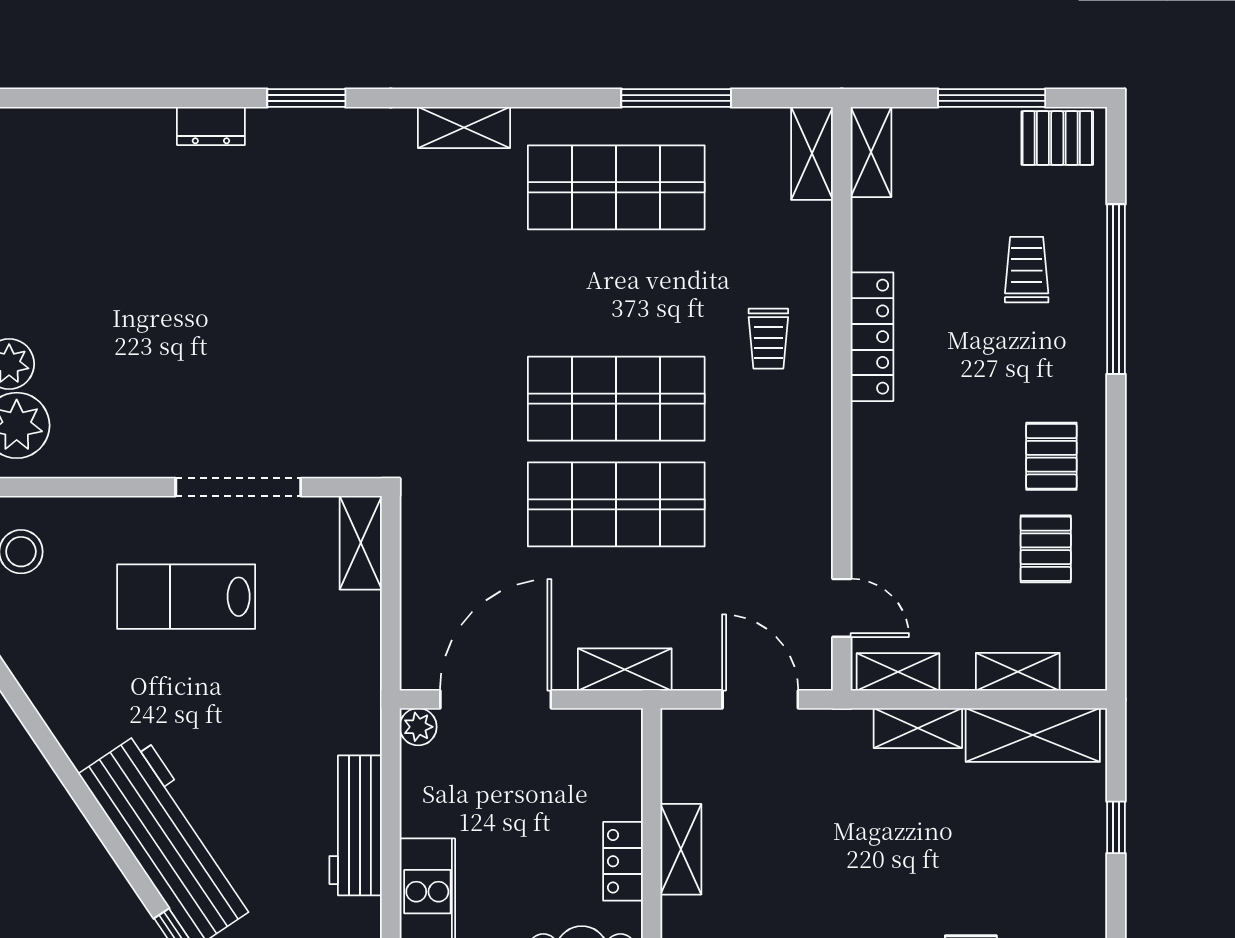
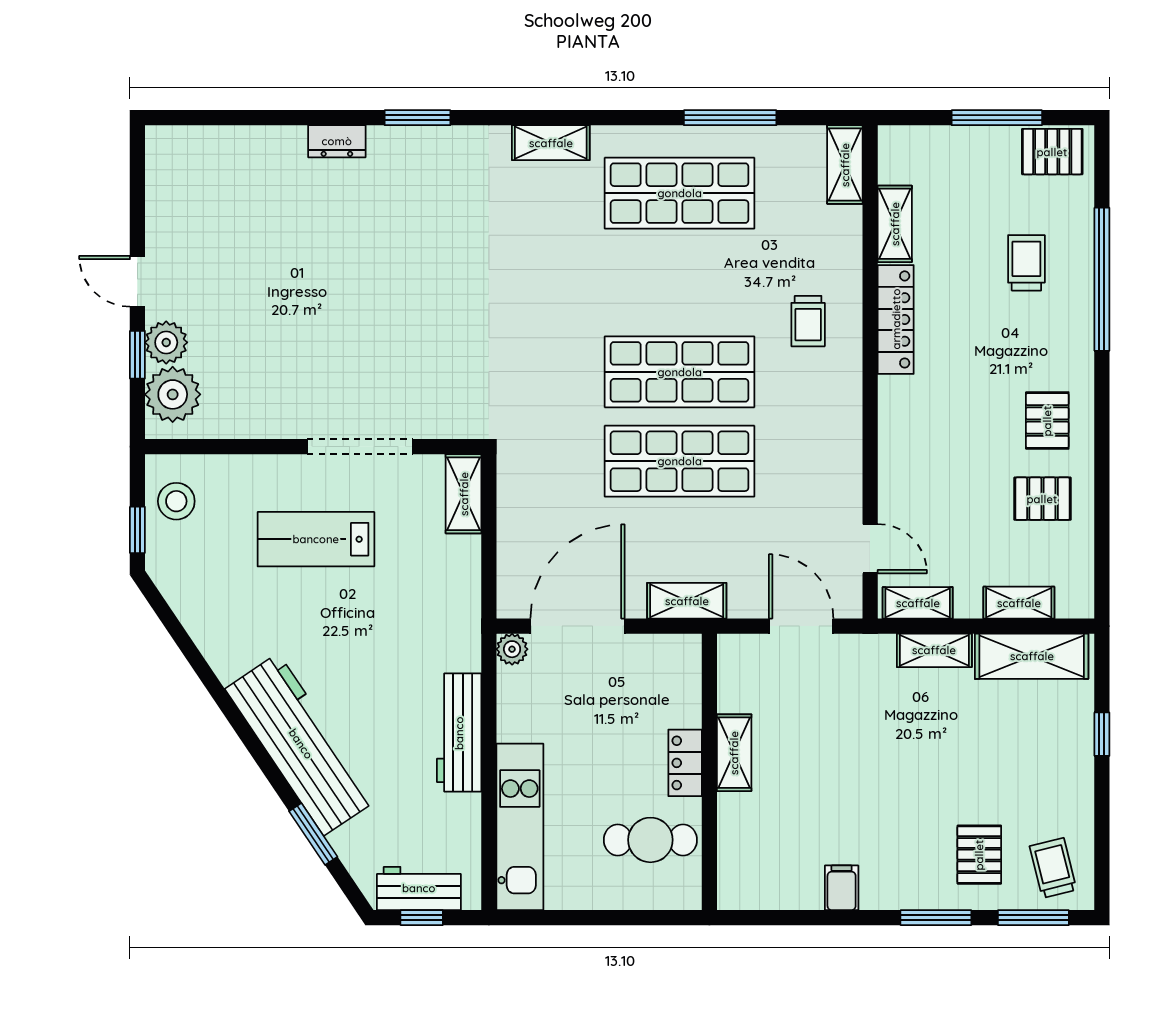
shelving: (871, 152) -> (895, 224), moved
pallet: (1046, 549) -> (1042, 499), turned 90

